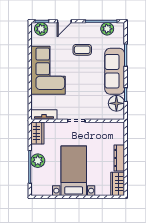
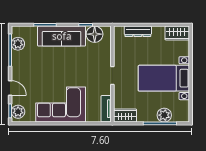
coffee table: (82, 50) -> (40, 69), removed
dresser: (119, 158) -> (138, 31), moved
plant: (38, 161) -> (164, 115), moved

